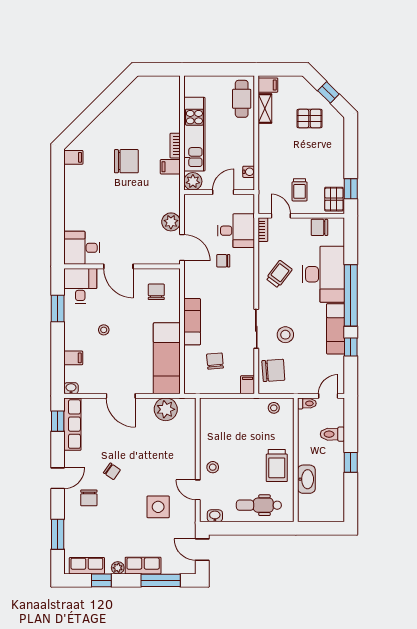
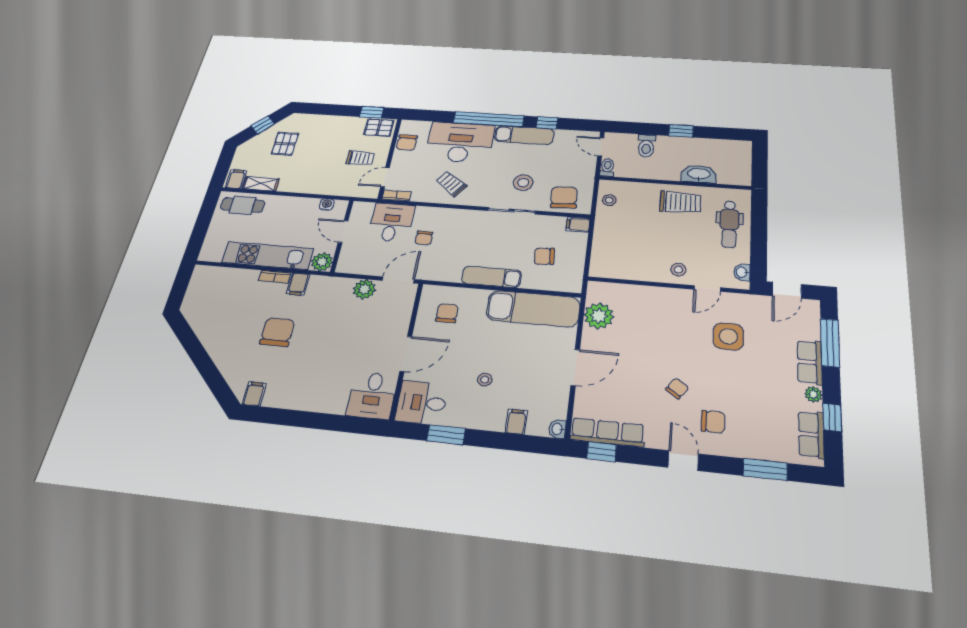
chair: (156, 292) -> (447, 313), turned 90

